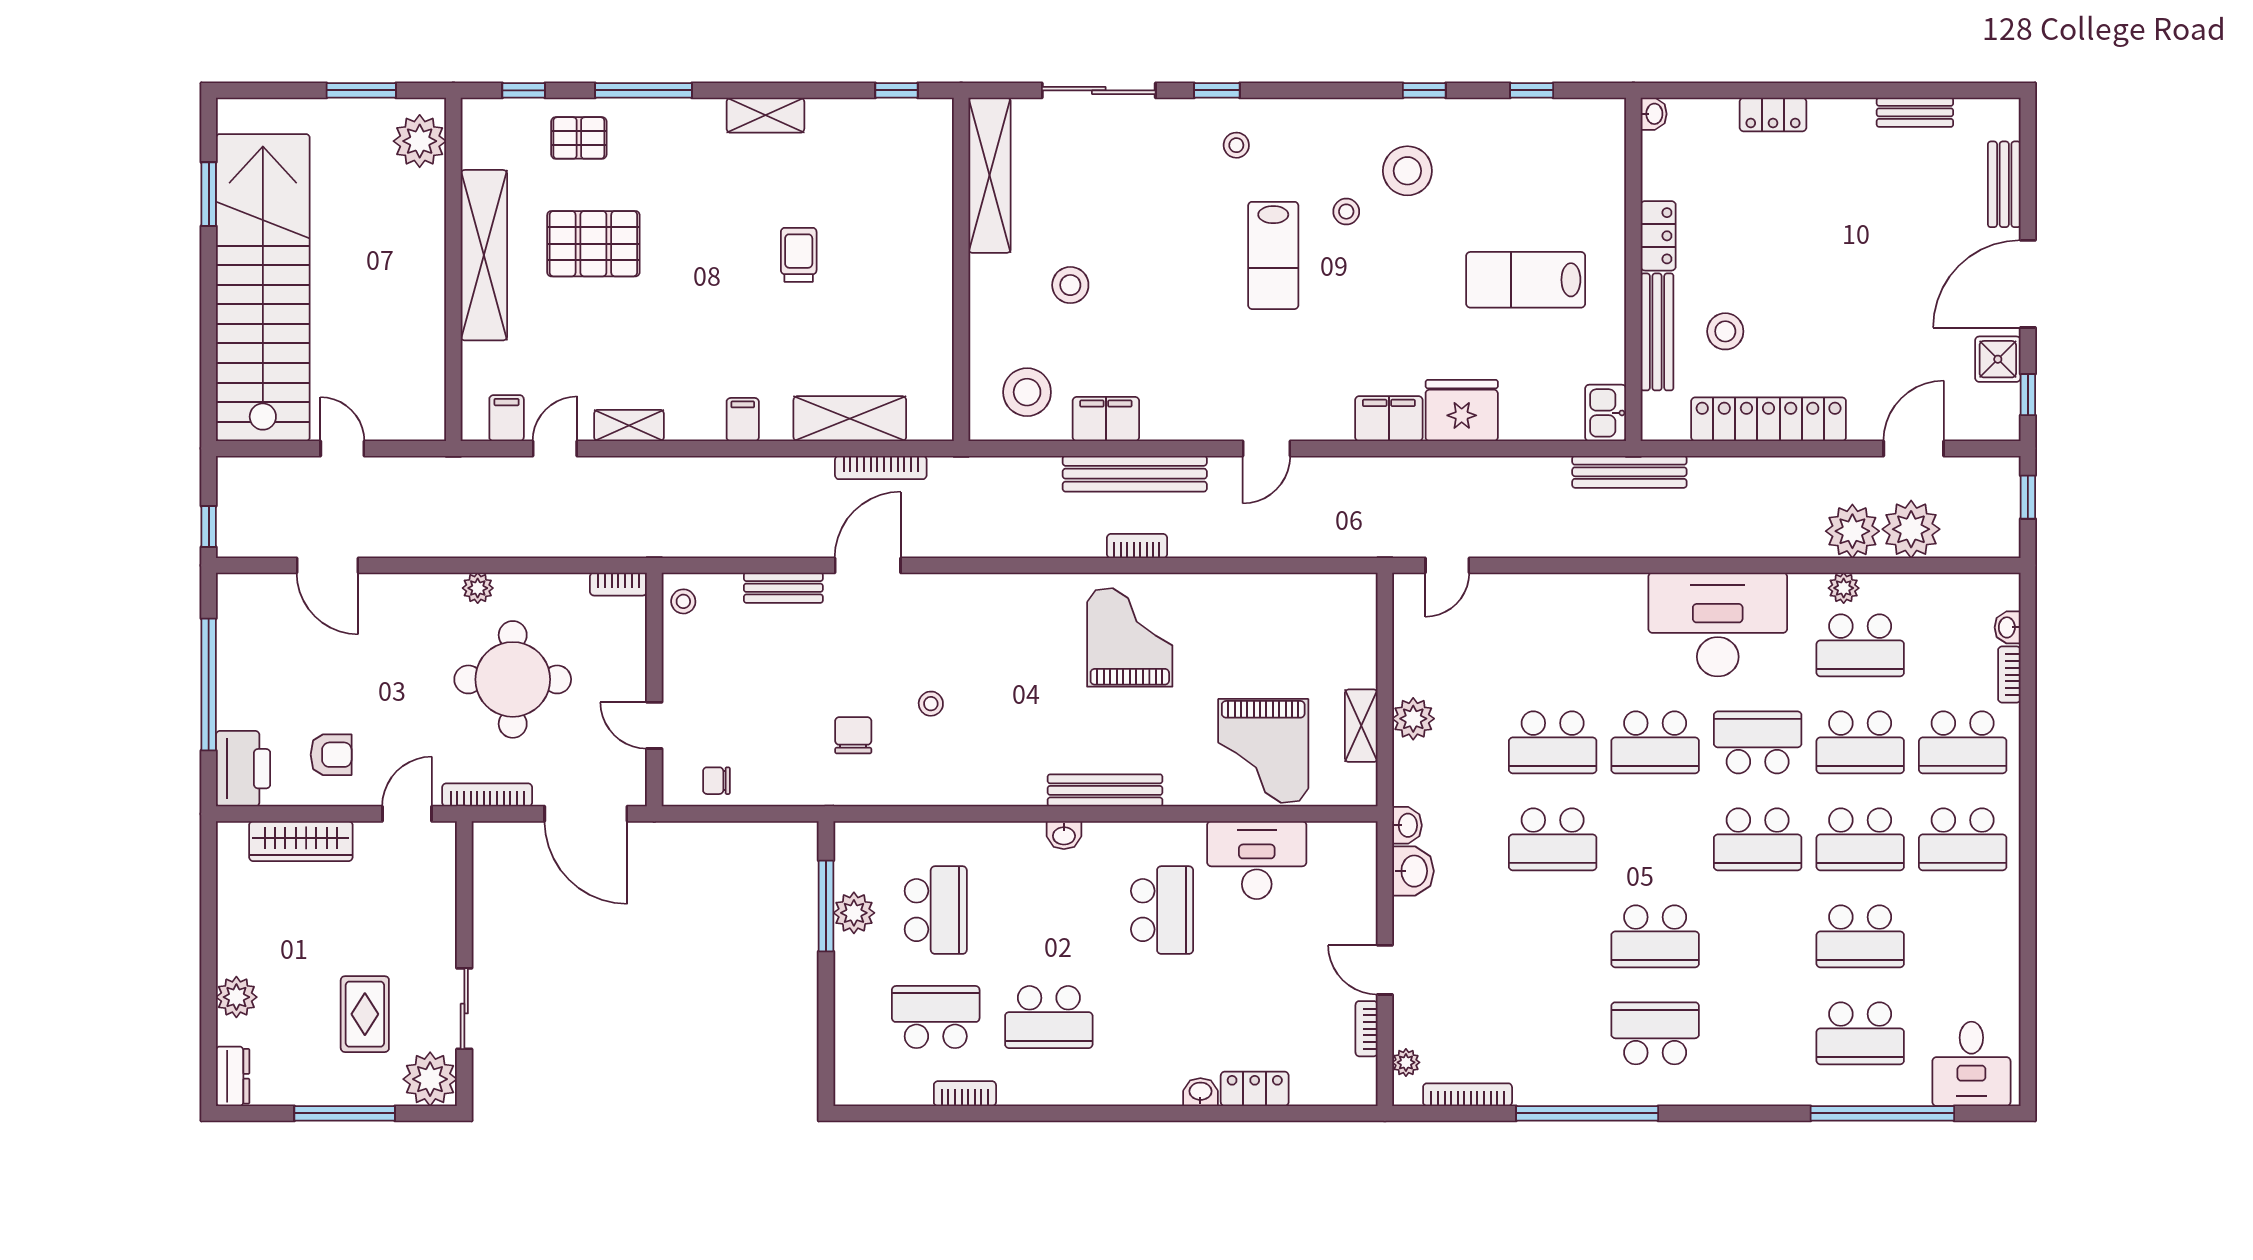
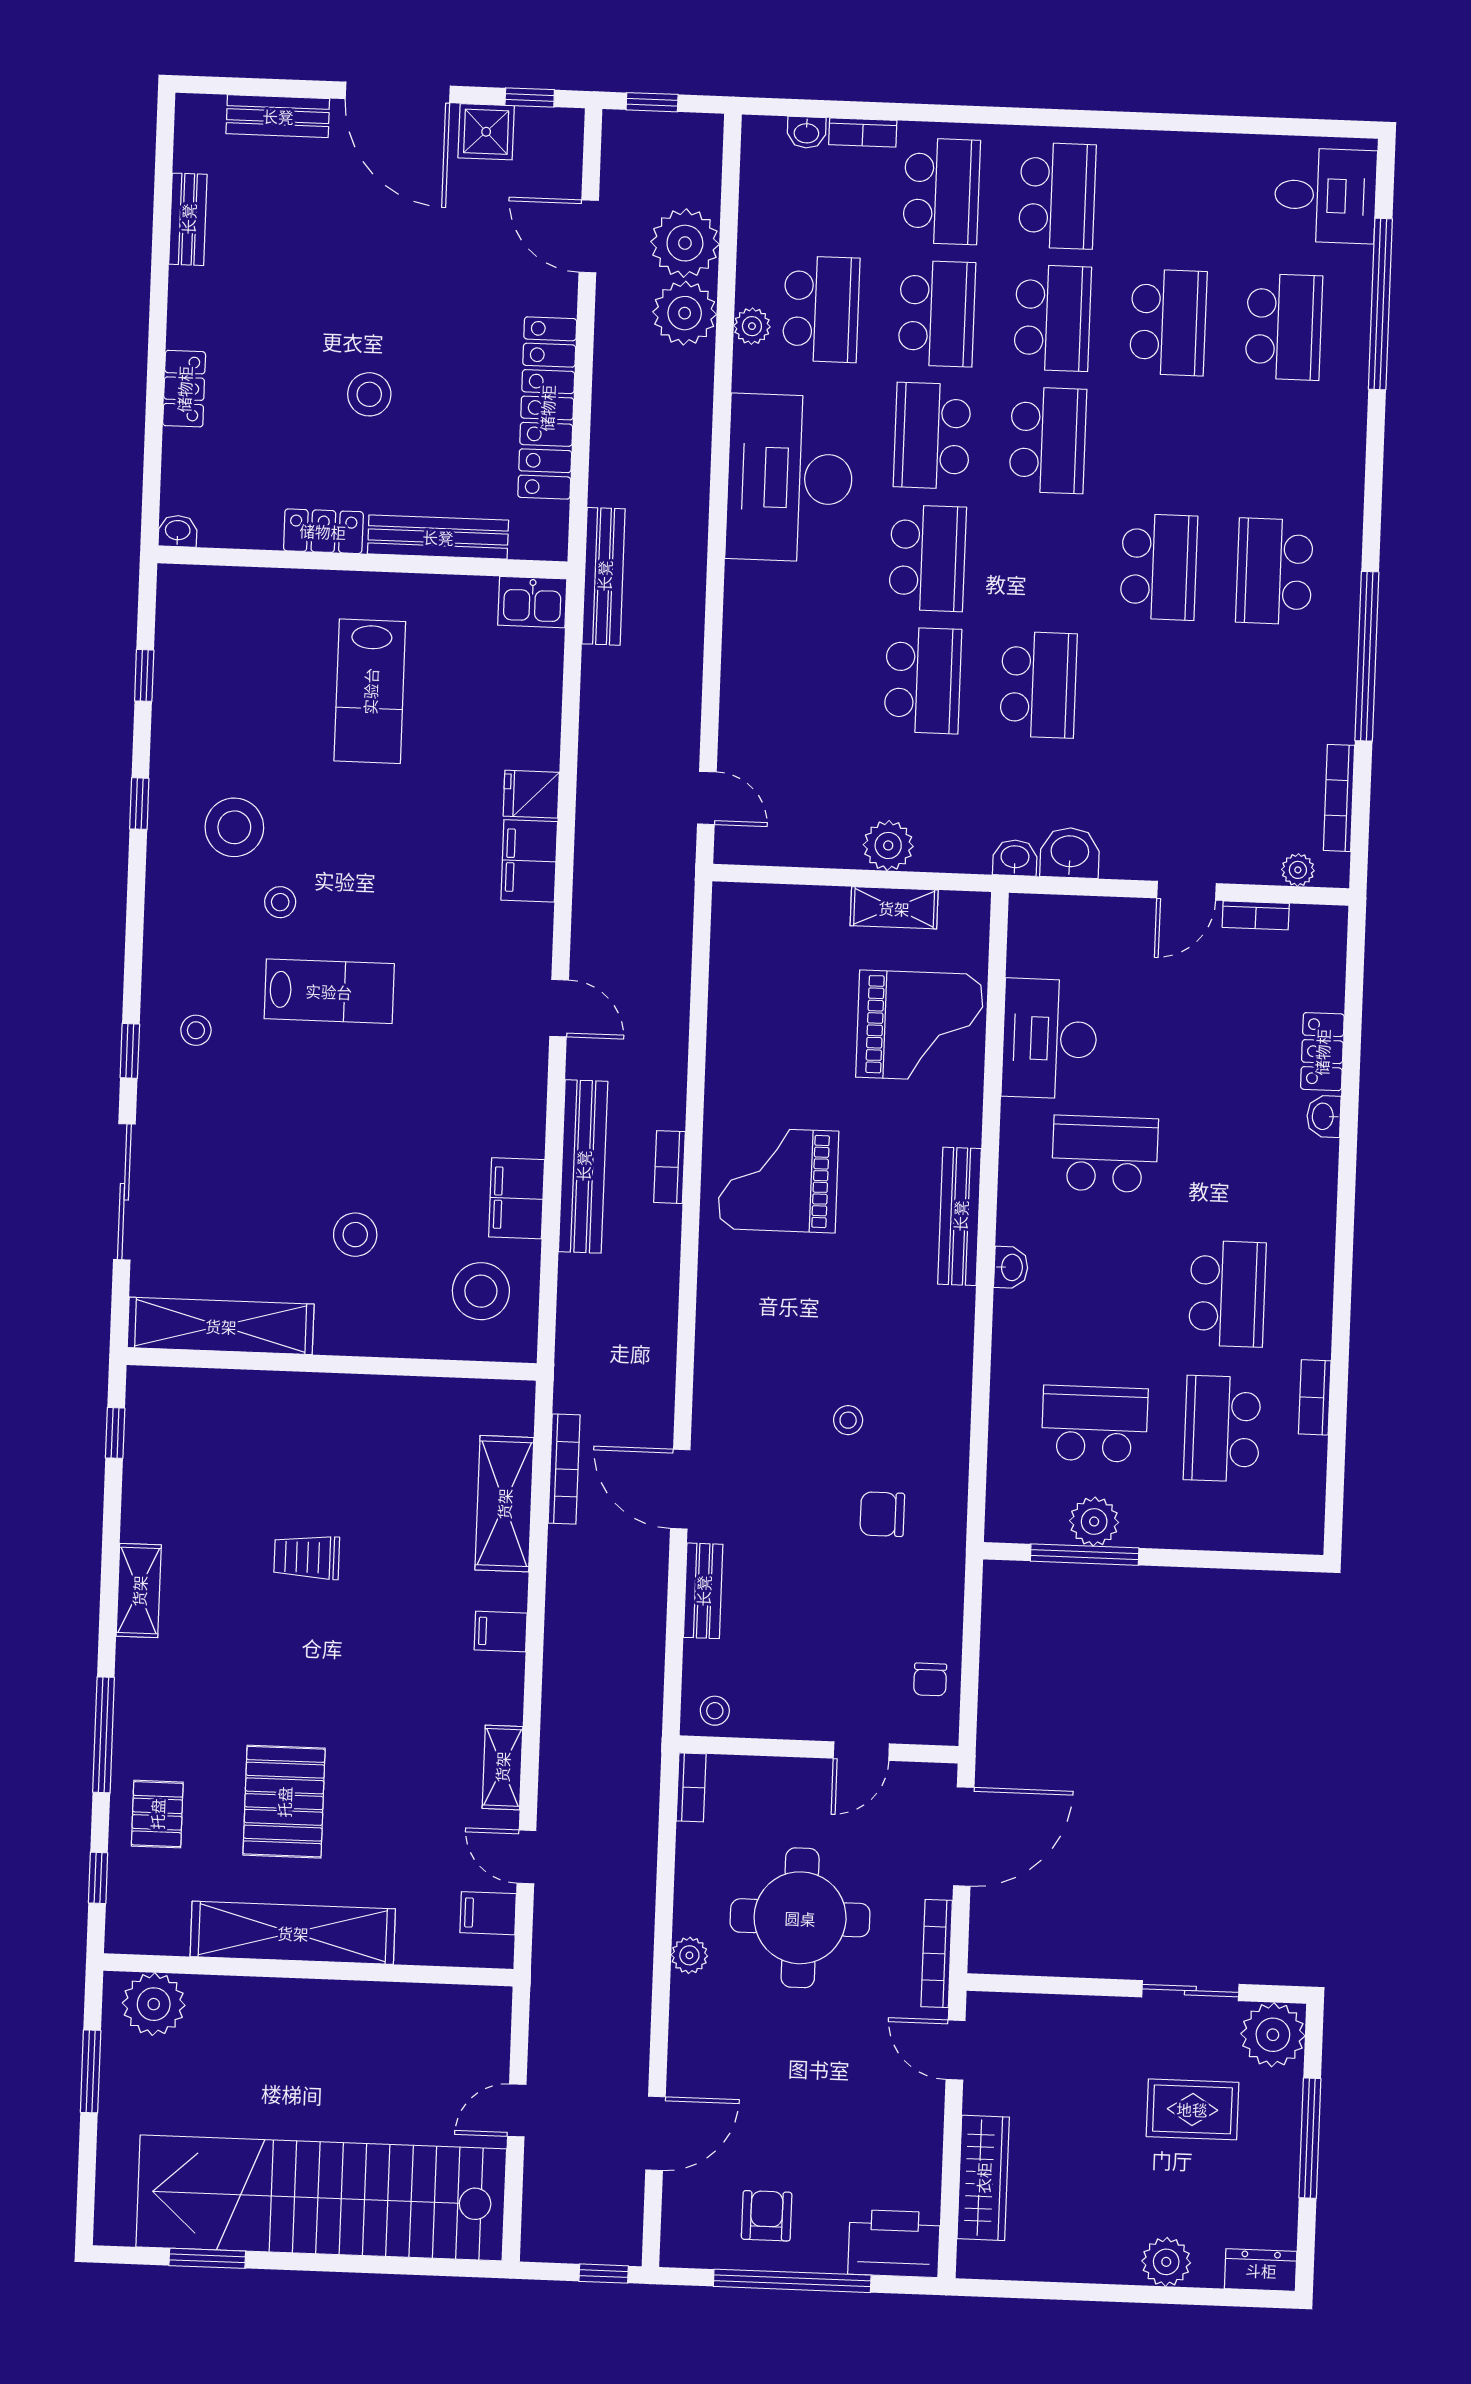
stool: (1725, 331) -> (369, 394), moved
fridge: (1462, 410) -> (531, 794), width x0.53, depth x0.75
armchair: (331, 755) -> (767, 2216), moved

